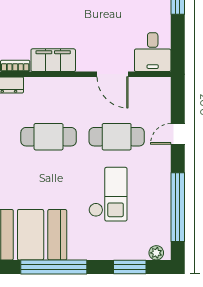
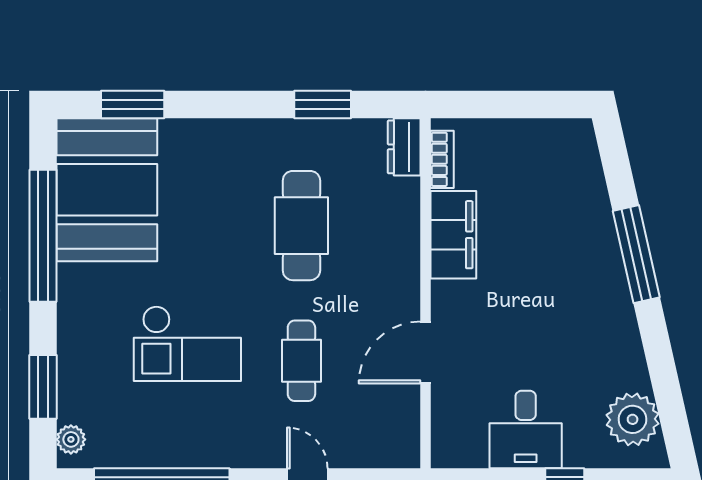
desk: (153, 52) -> (526, 429), moved, turned -90
cafe table: (117, 137) -> (301, 361), width x0.73, depth x0.74

